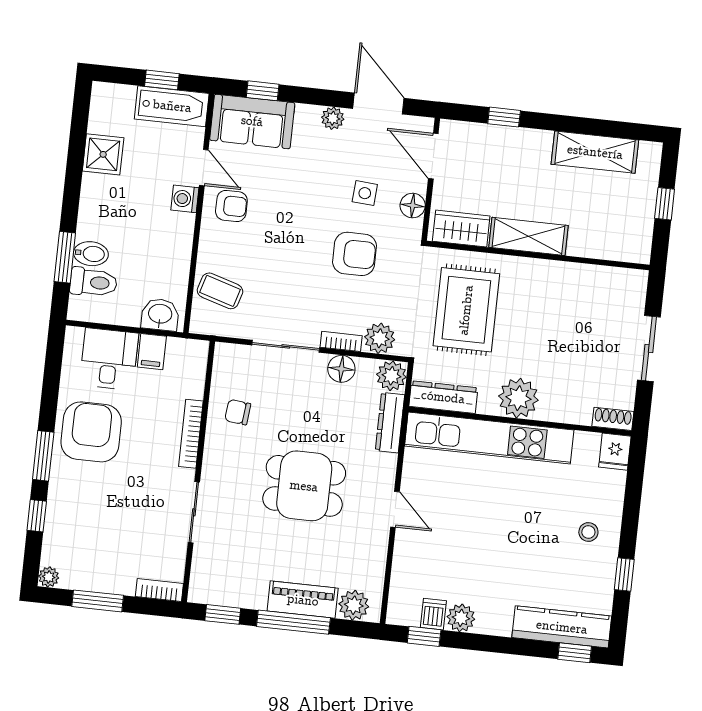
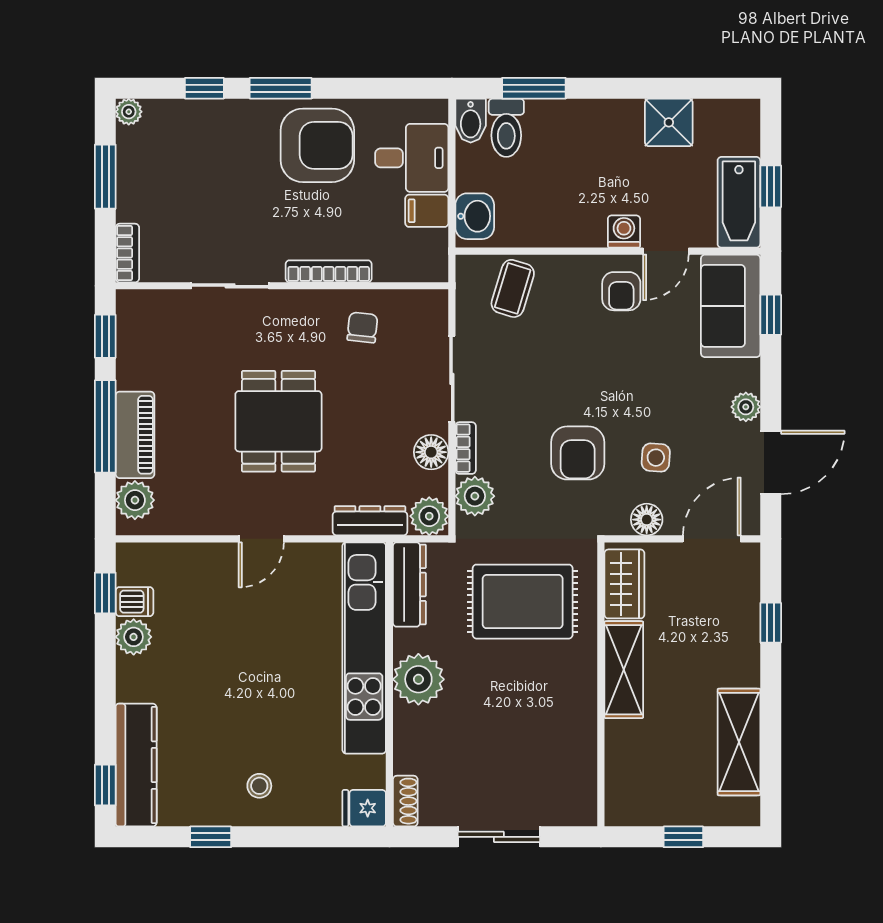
bidet: (91, 254) -> (471, 121), moved

